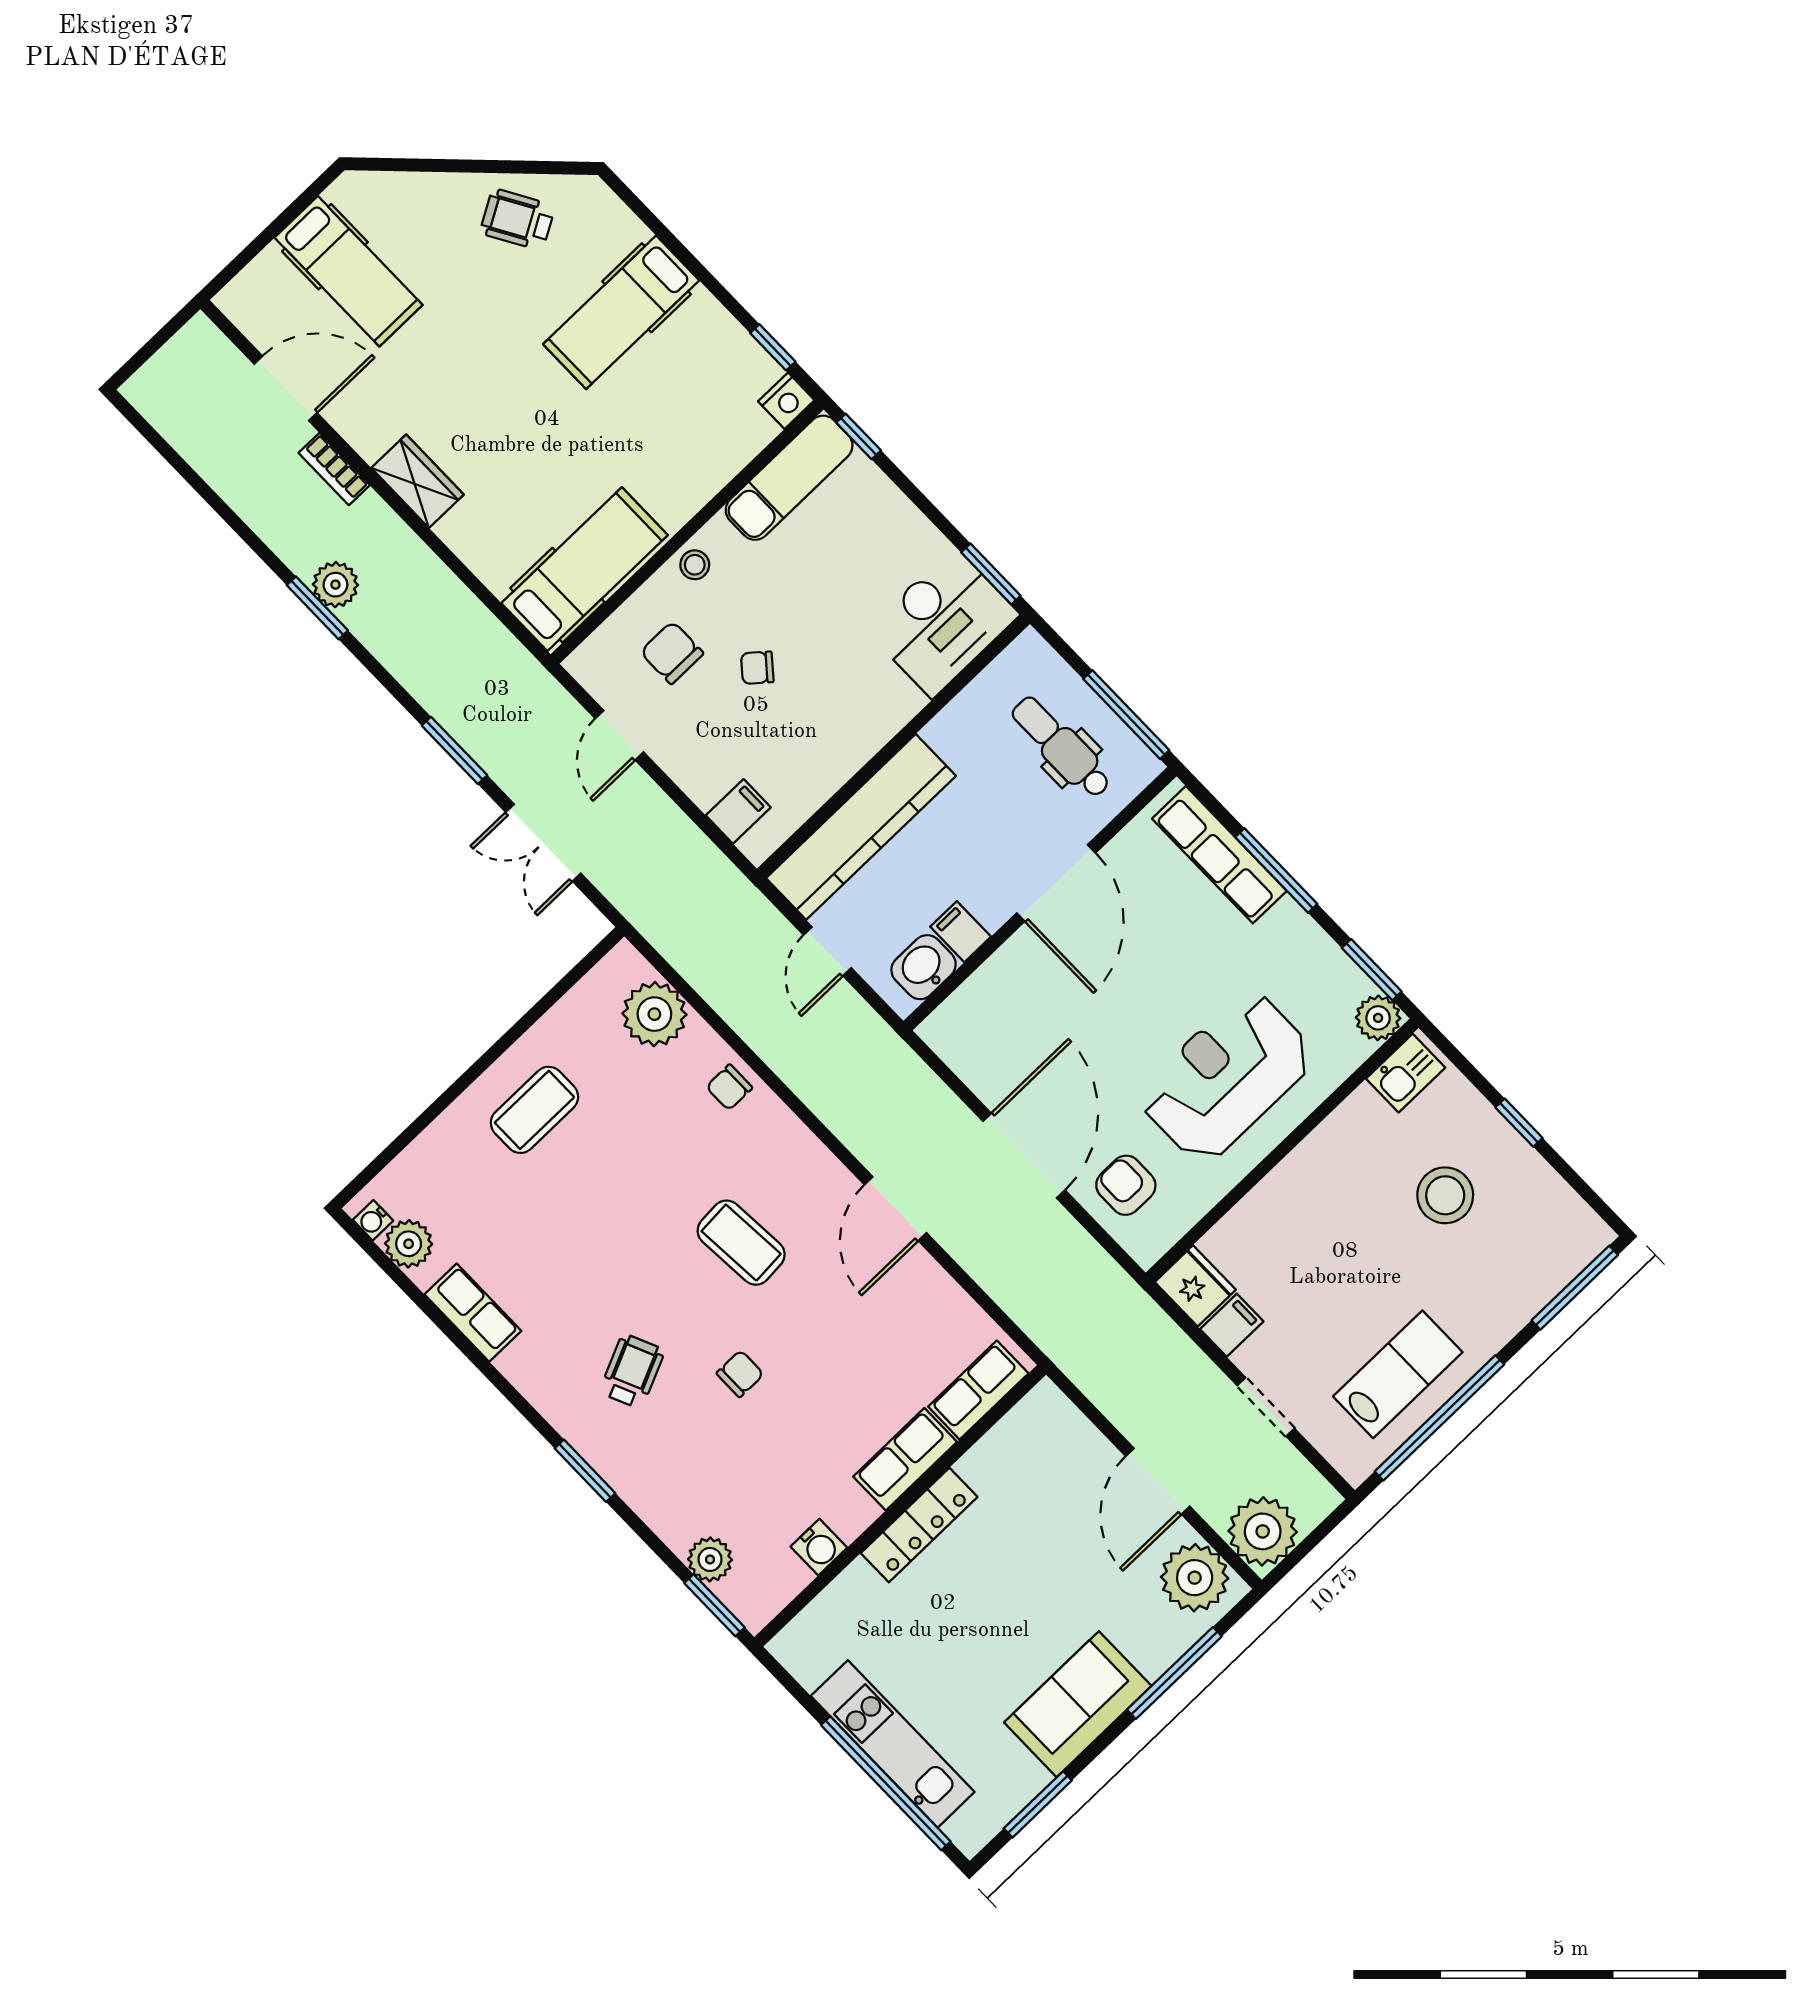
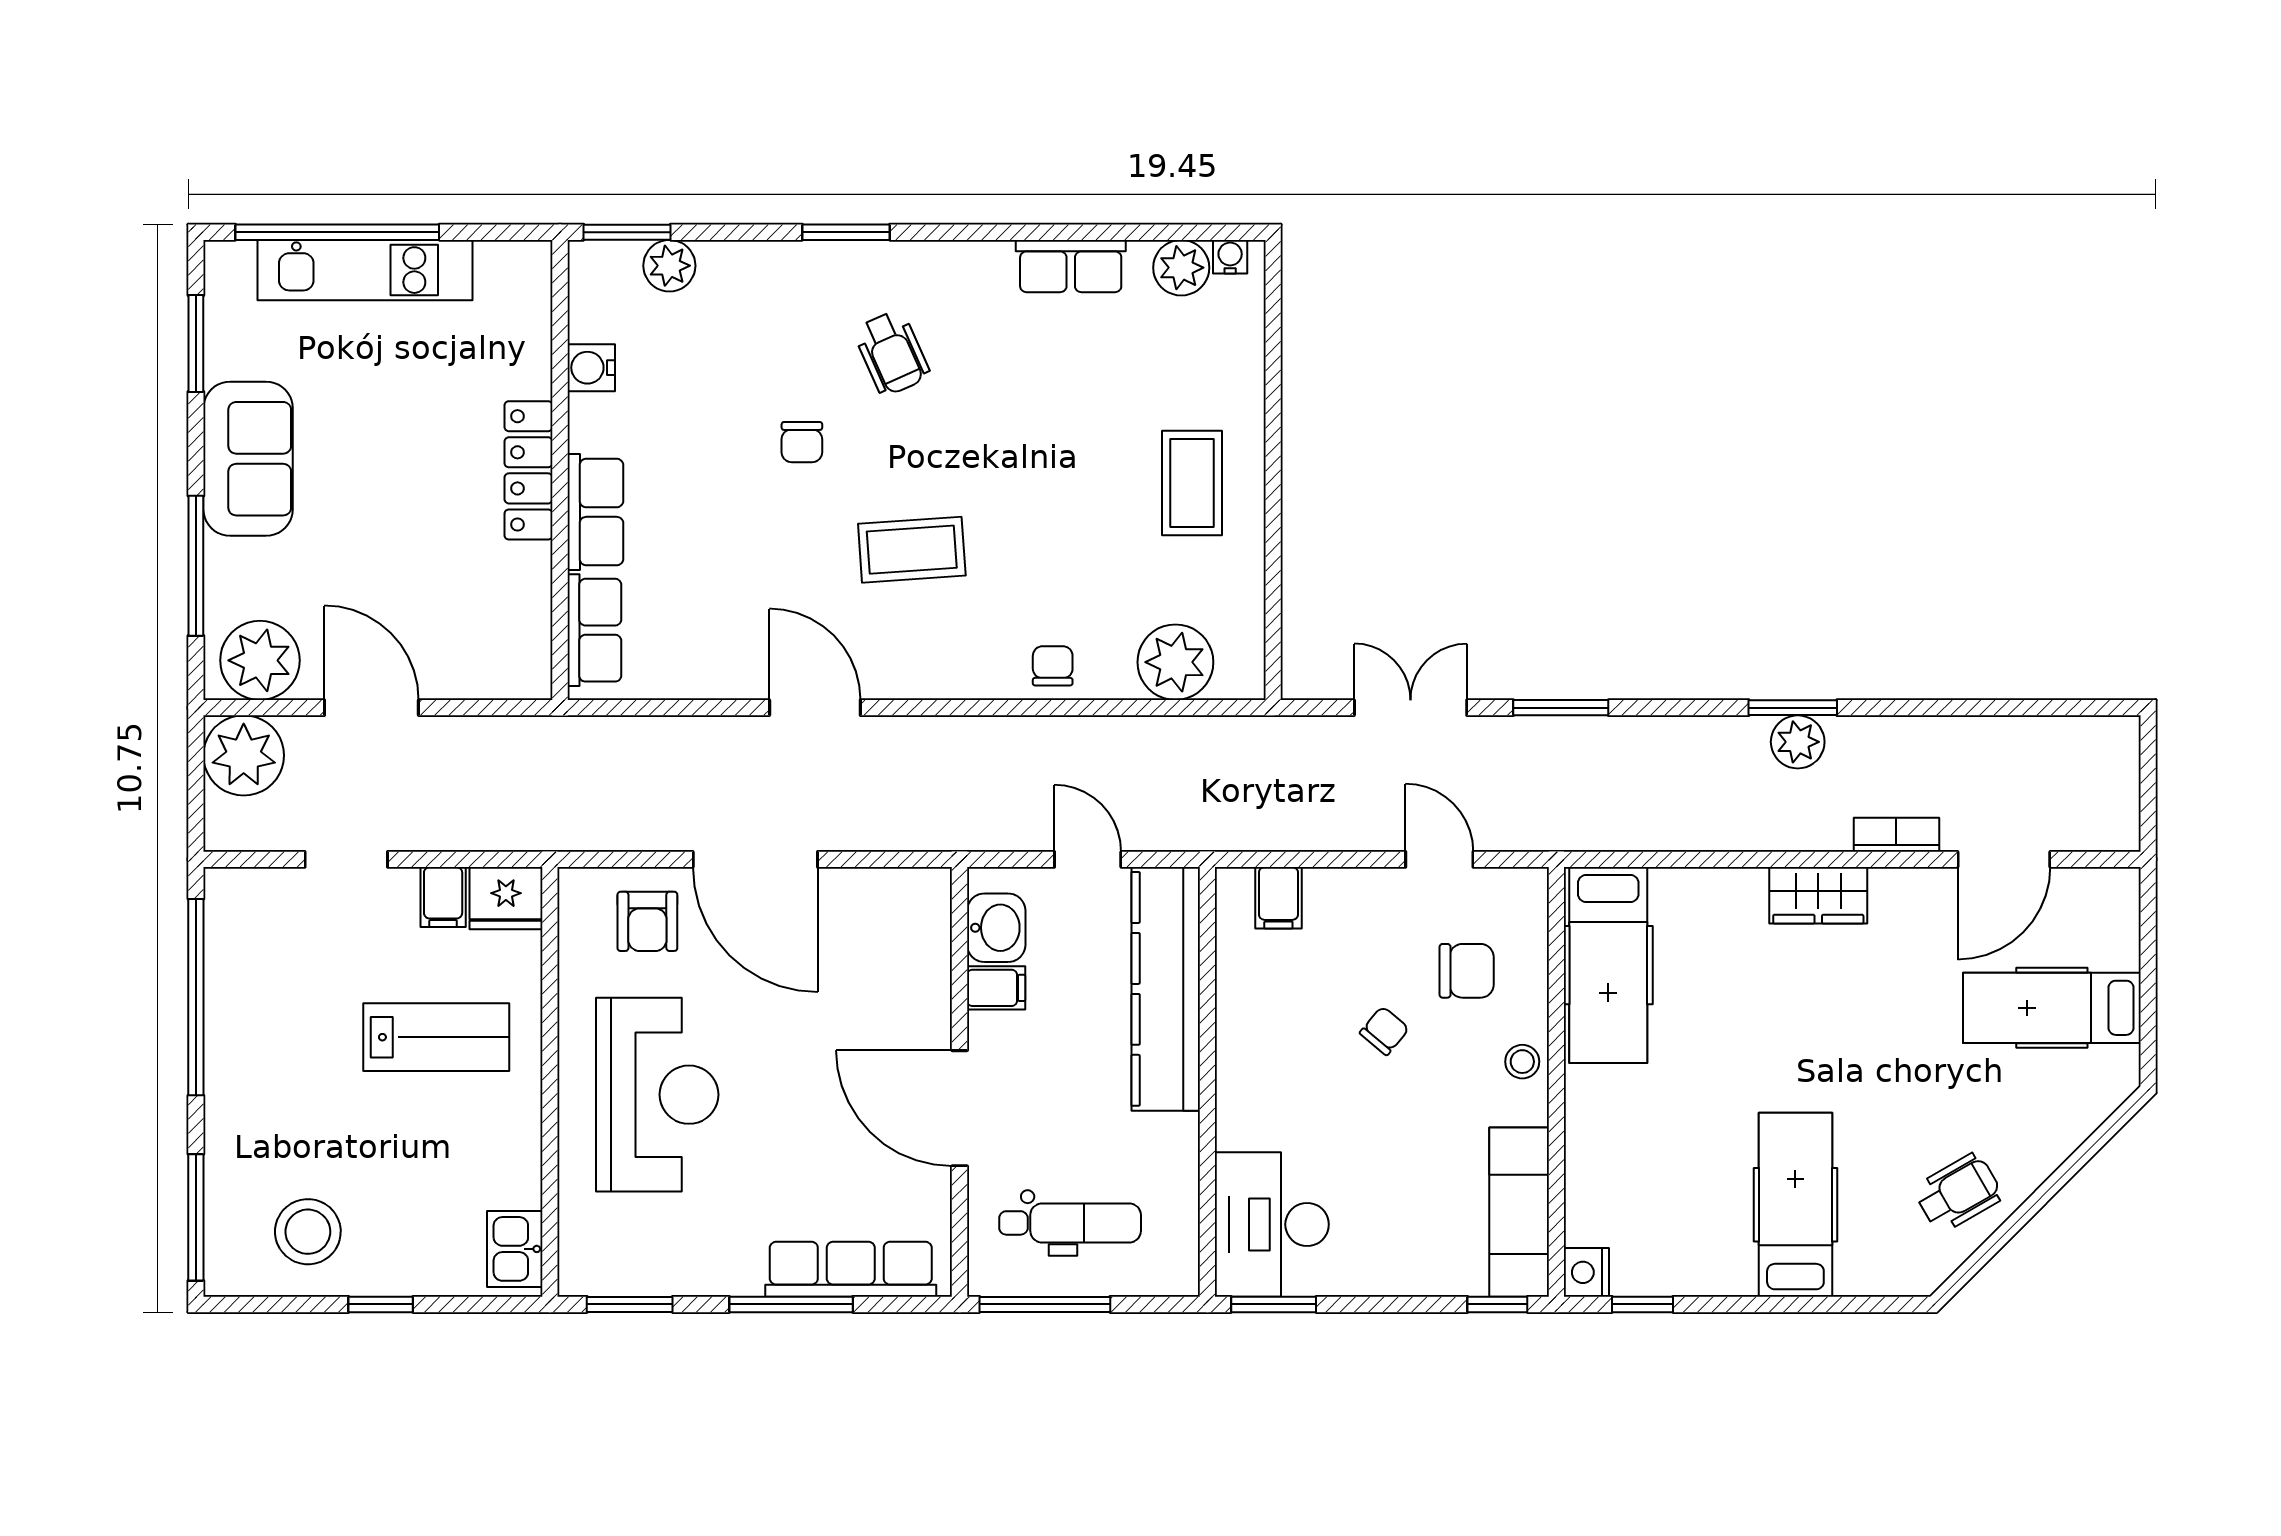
plant: (1378, 1018) -> (584, 1271), removed
armchair: (1126, 1185) -> (647, 921), turned 90
stool: (1445, 1195) -> (308, 1232), moved
lab bench: (1398, 1374) -> (436, 1037), moved, turned -90

